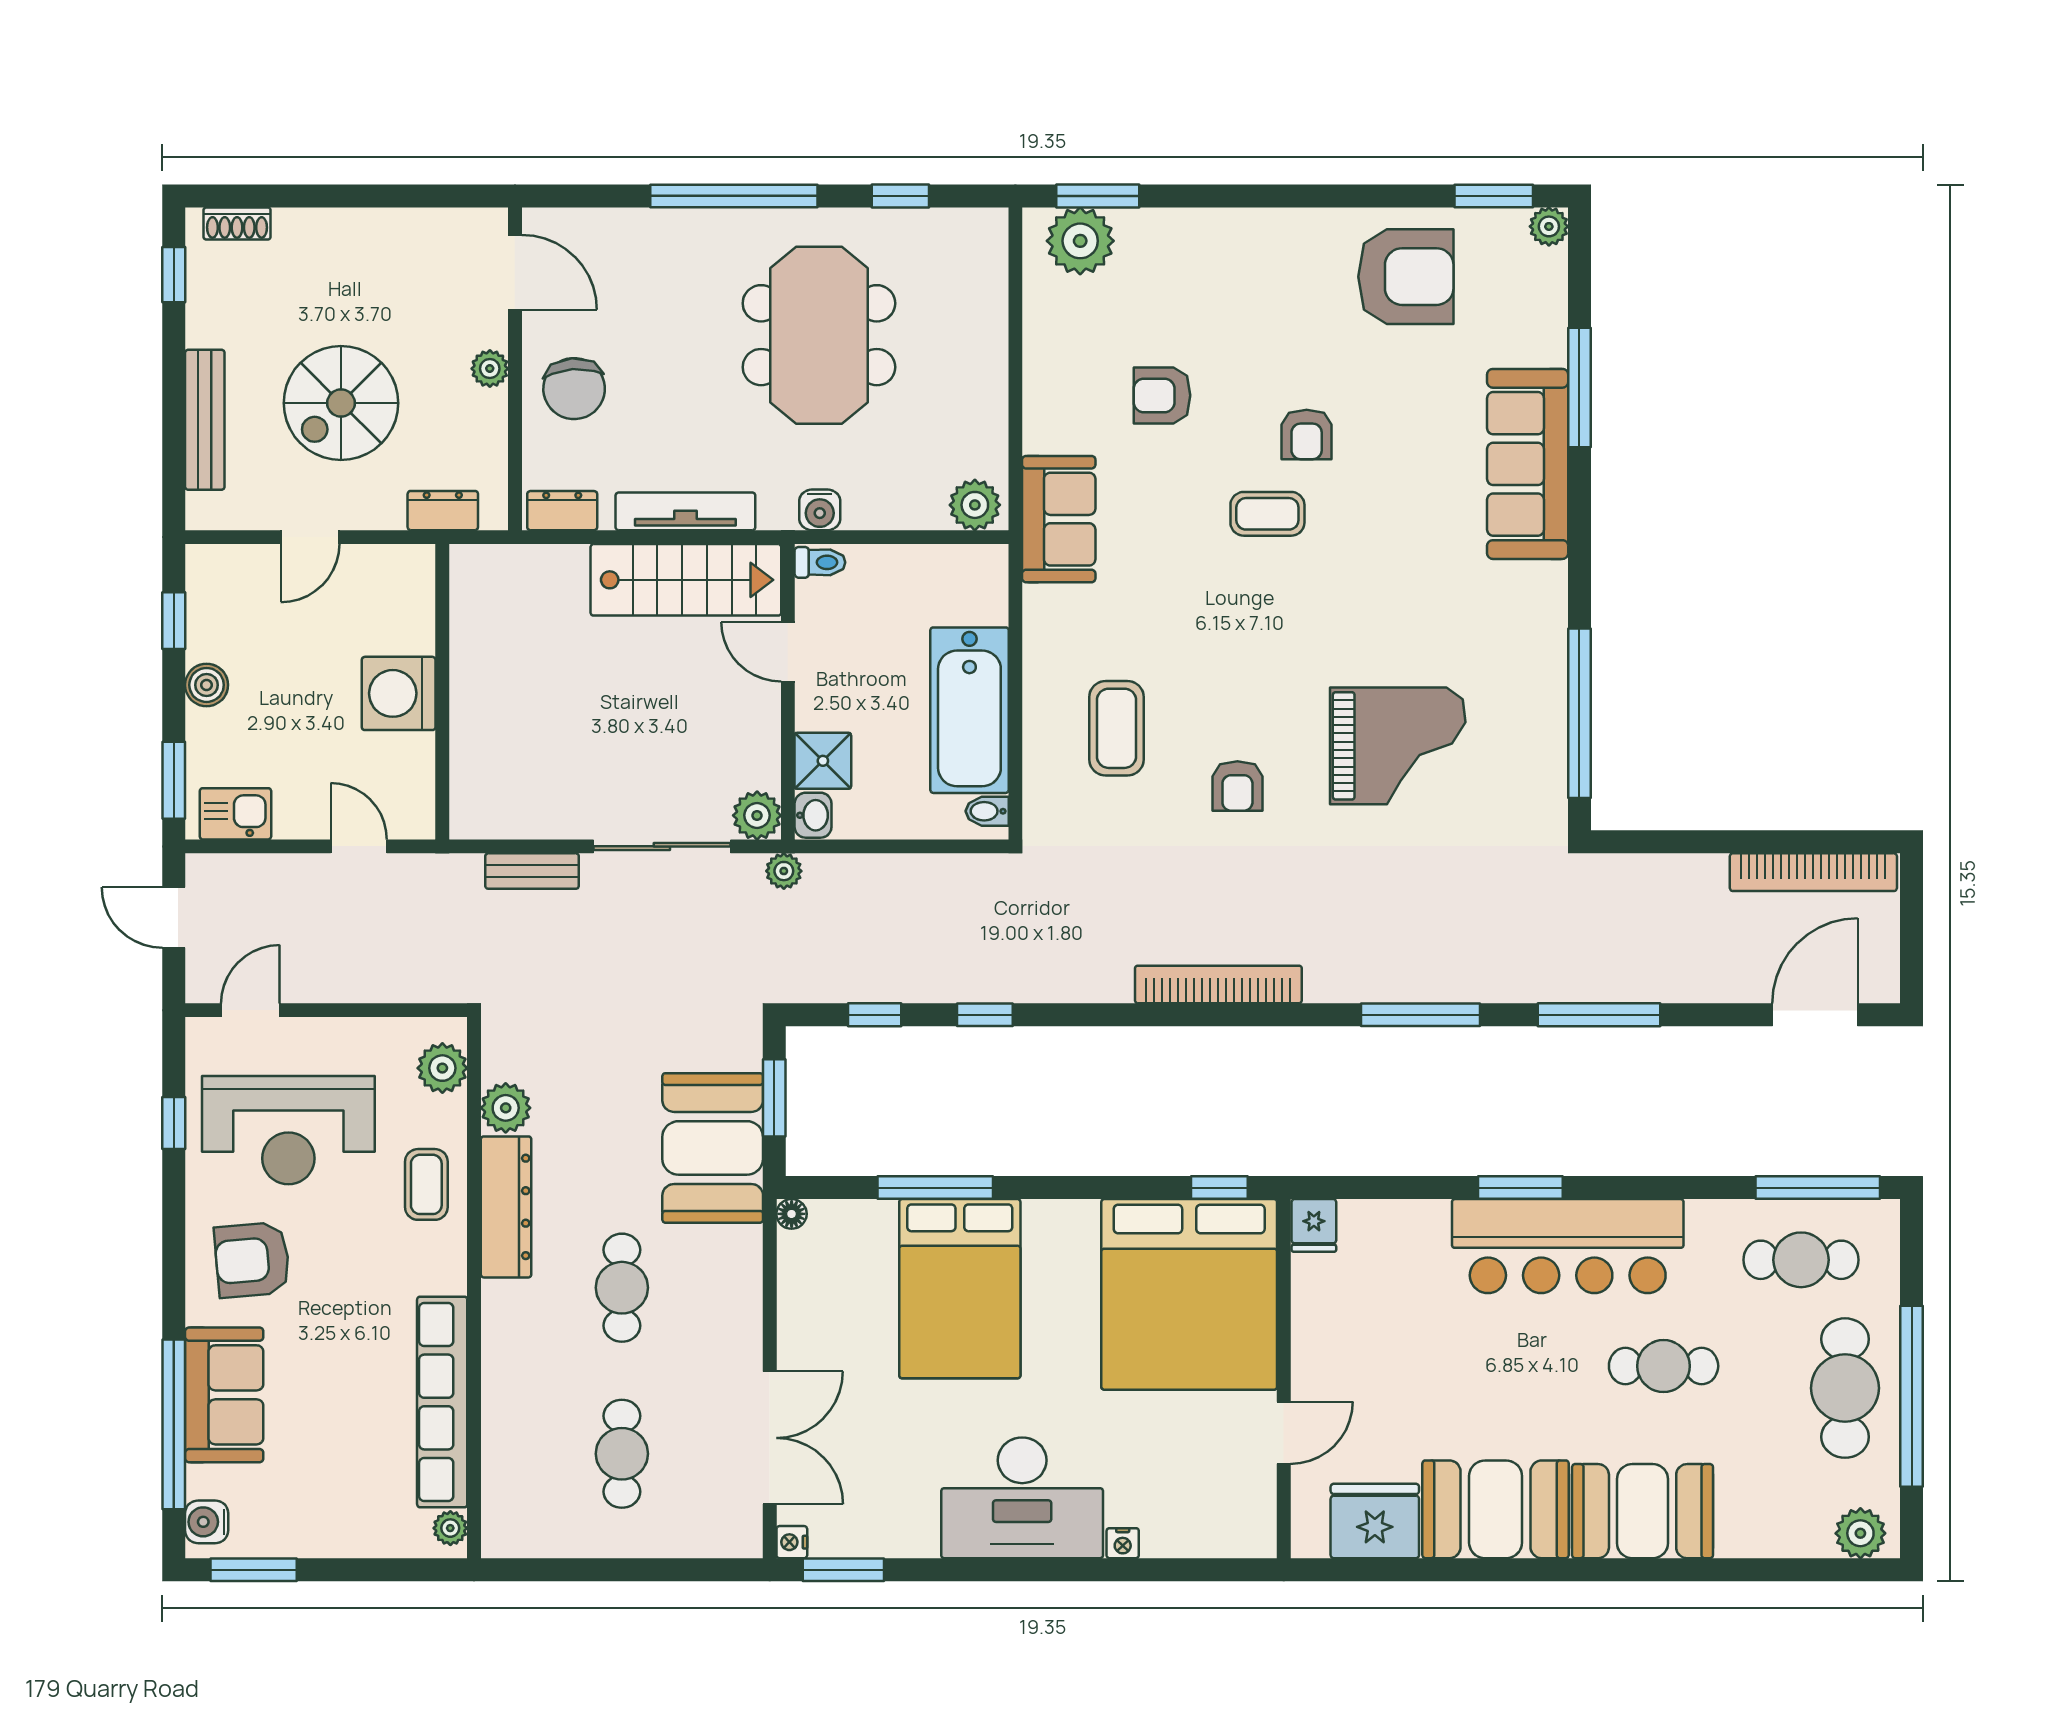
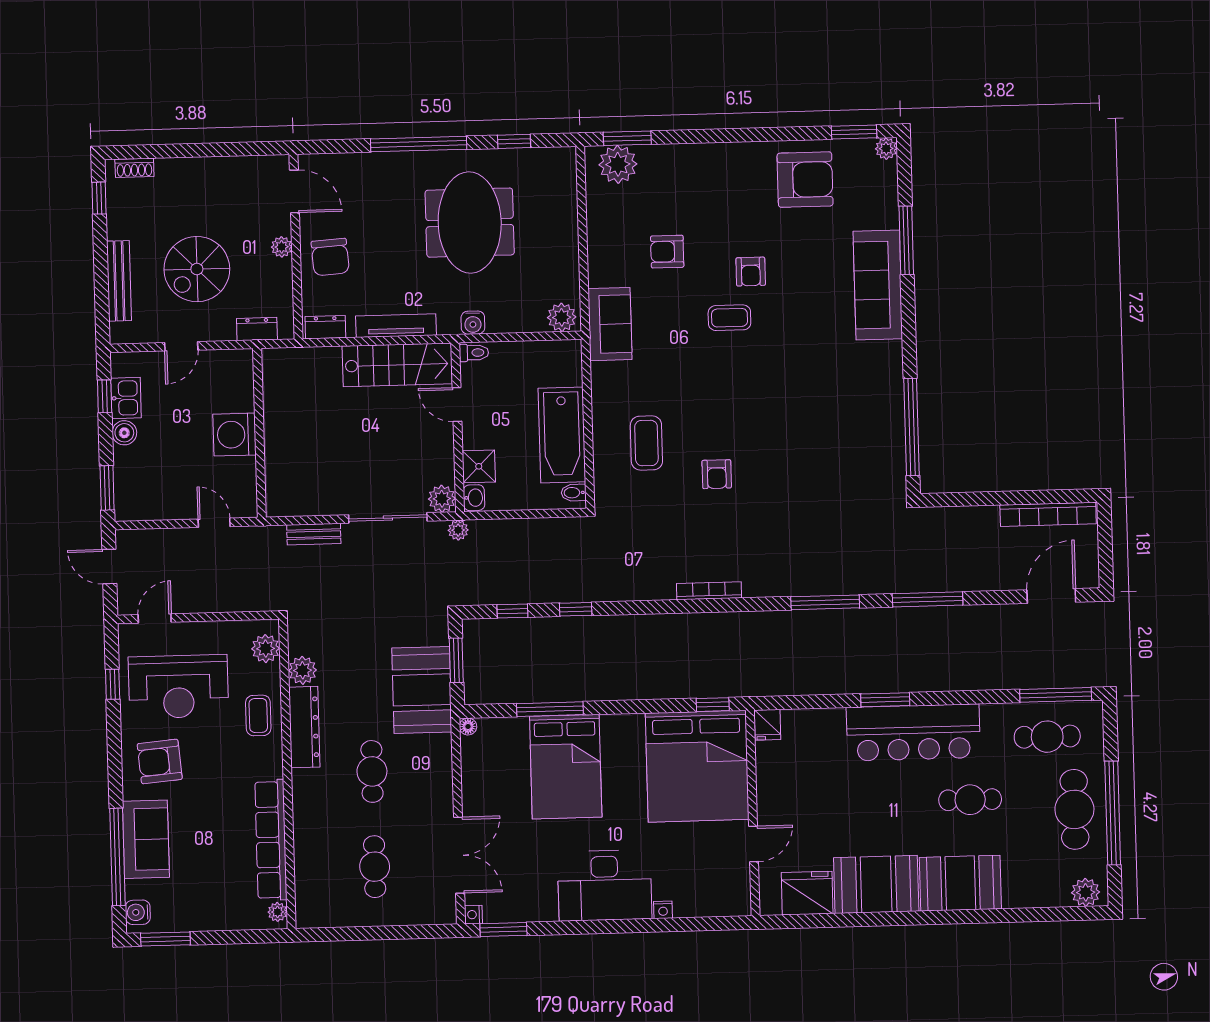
grand piano: (1398, 746) -> (808, 449), removed
kitchen sink: (235, 814) -> (126, 398), moved, turned 90
bookcase: (1218, 984) -> (709, 591), width x0.68, depth x0.76

